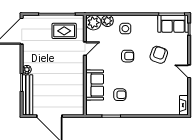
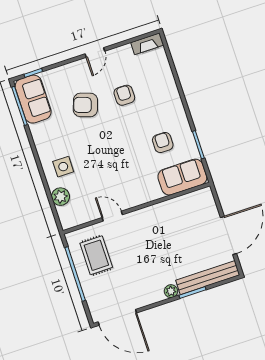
plant: (93, 23) -> (70, 216), removed
armchair: (128, 56) -> (124, 95), moved
sofa: (95, 85) -> (182, 177), moved

